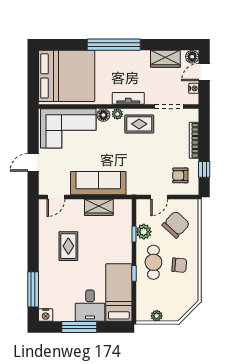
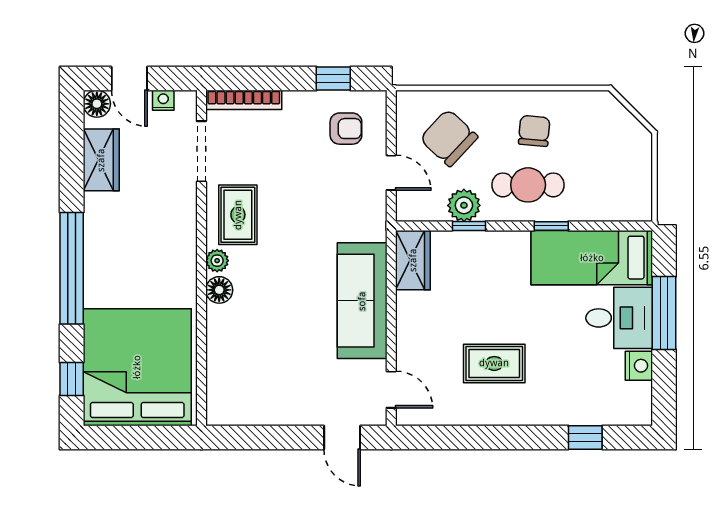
window: (61, 45) -> (72, 379), added
tv unit: (128, 98) -> (184, 238), removed
corner sofa: (68, 128) -> (247, 364), removed
bookcase: (194, 140) -> (244, 100), moved
door: (33, 162) -> (342, 438), moved
armchair: (180, 175) -> (346, 129), turned -90
wardrobe: (99, 207) -> (413, 260), moved
window: (33, 289) -> (585, 438), width x0.46
nightstand: (46, 315) -> (639, 366), moved
plant: (157, 316) -> (640, 178), removed
window: (79, 327) -> (664, 313), moved

